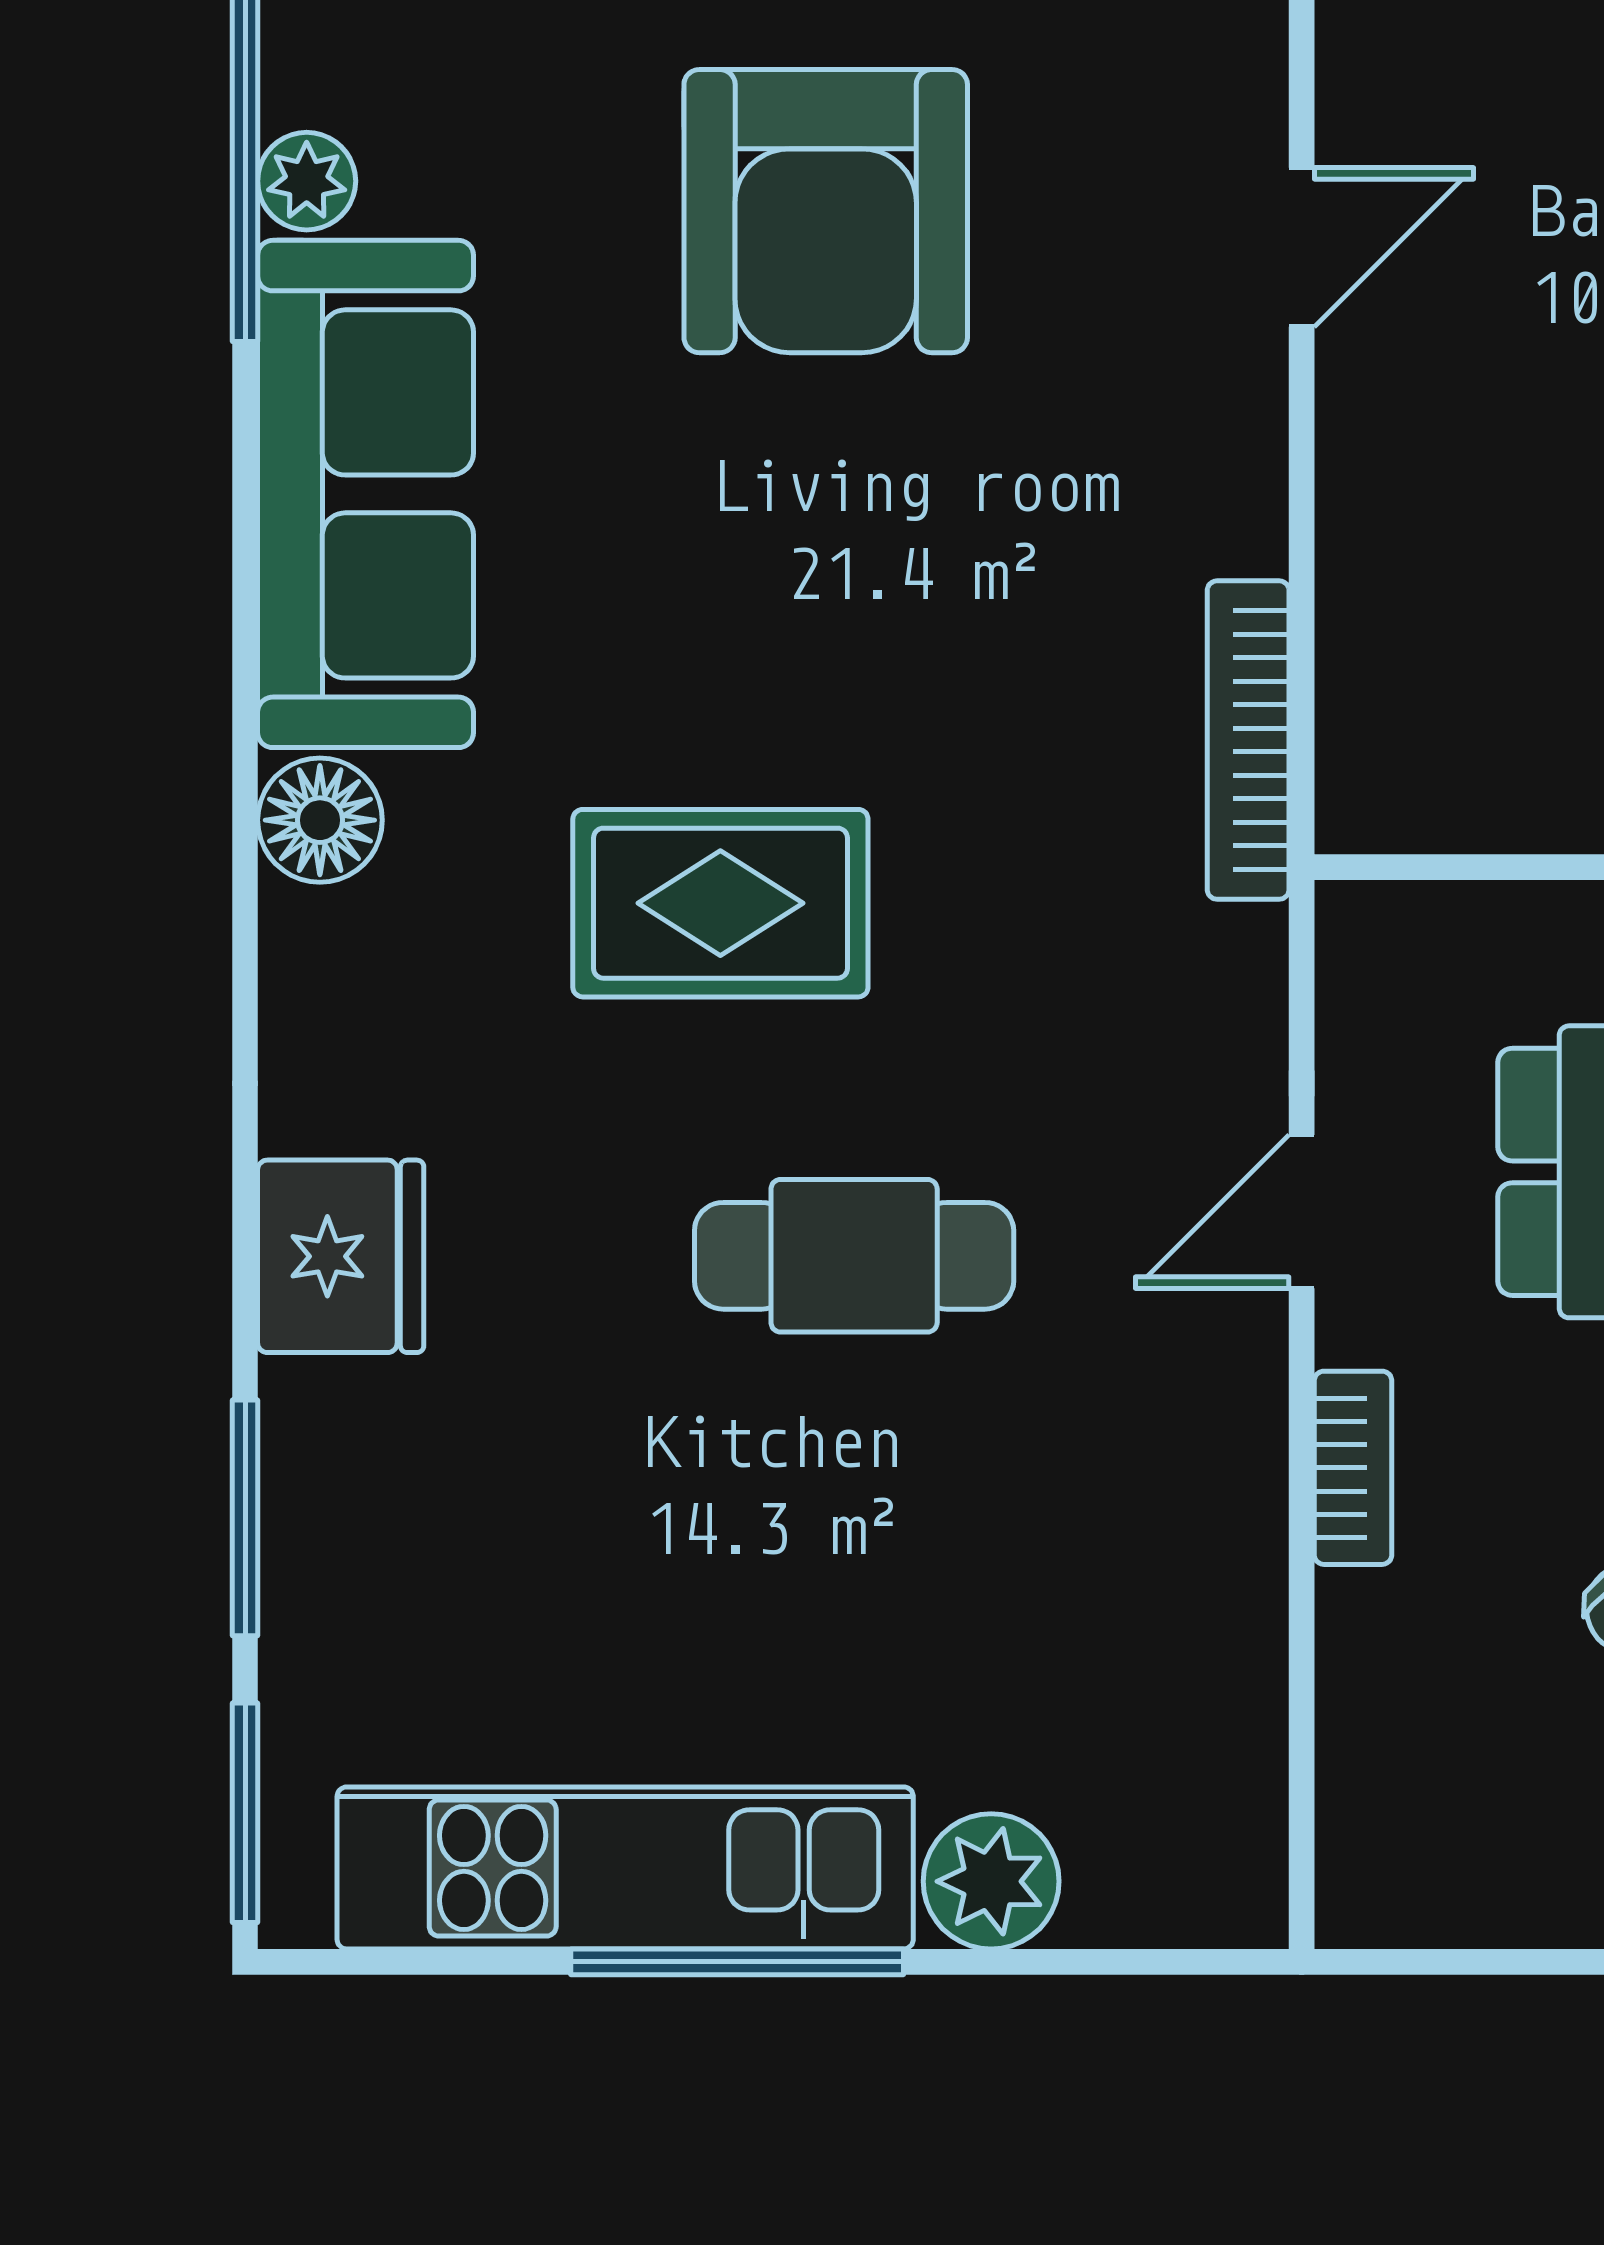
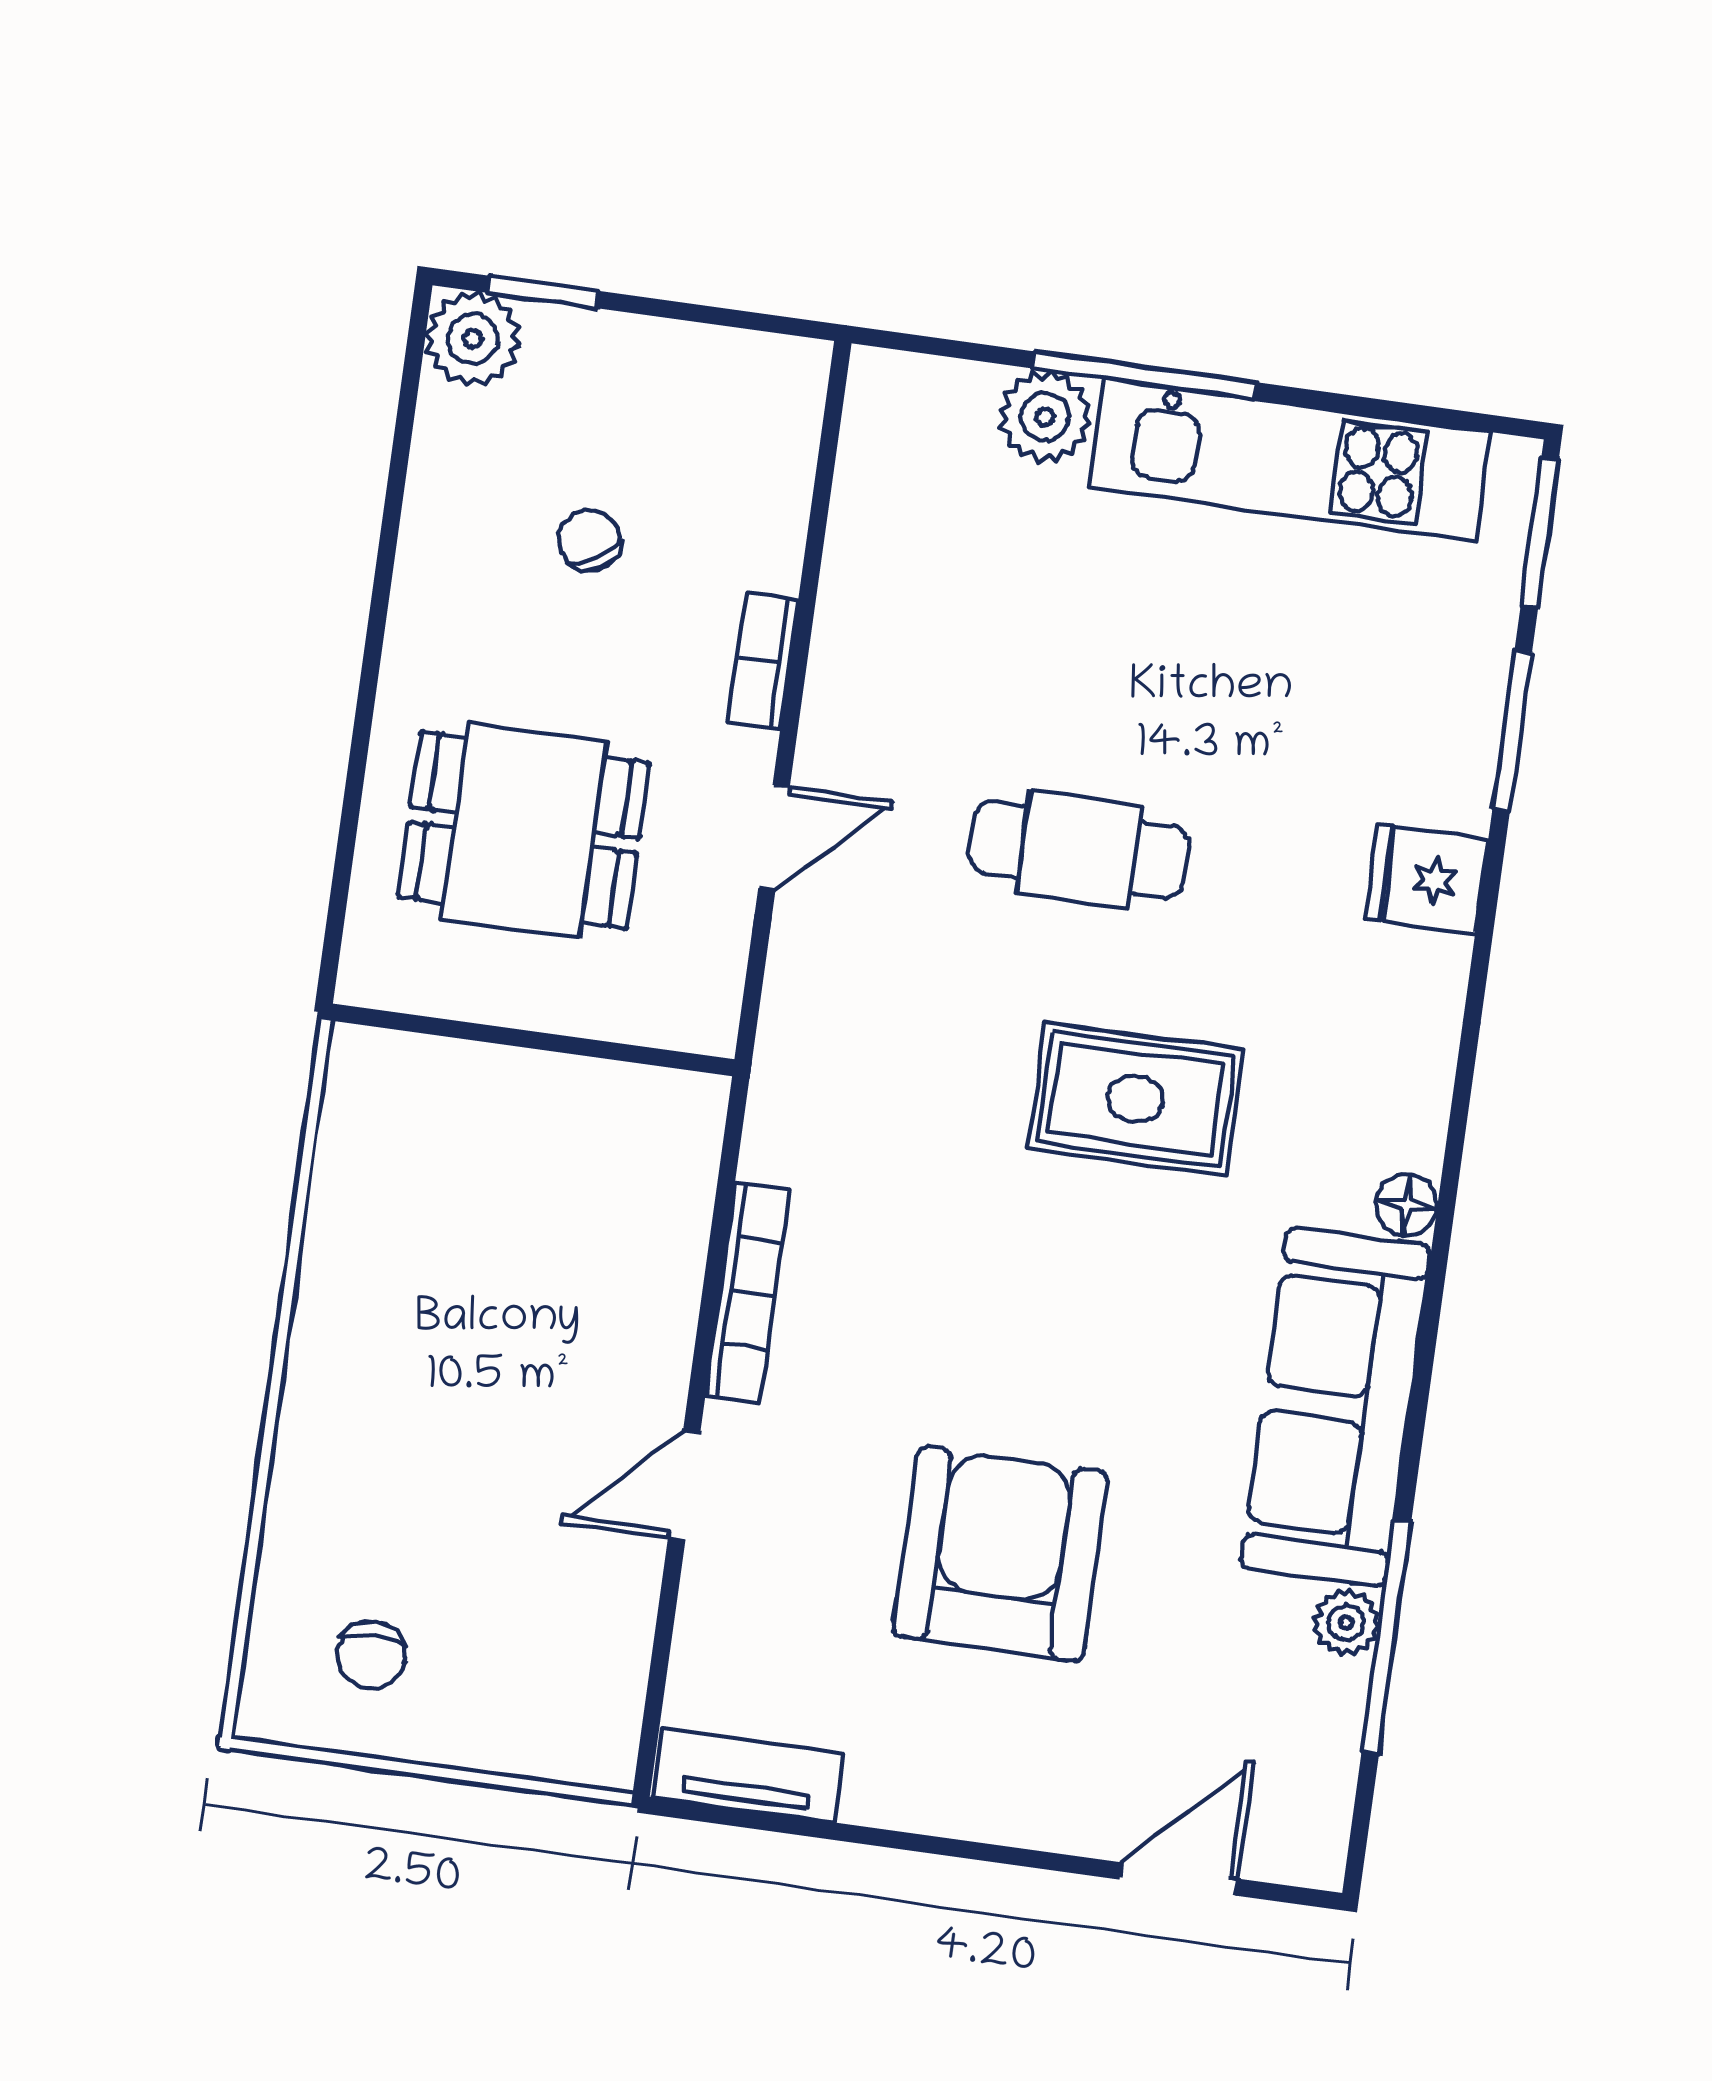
bookcase: (1248, 740) -> (748, 1292), moved
floor lamp: (320, 820) -> (1407, 1205), width x0.73, depth x0.73
fridge: (341, 1256) -> (1426, 879), width x0.72
window: (737, 1962) -> (1145, 375), moved

